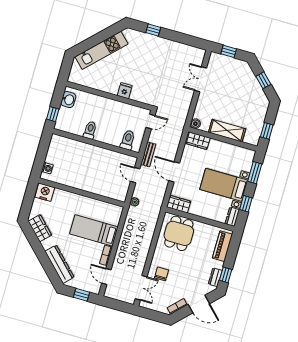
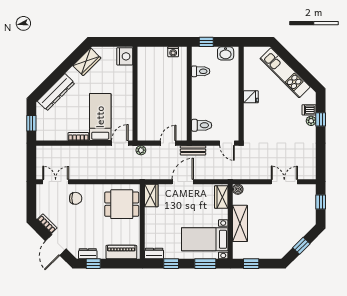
dishwasher: (141, 38) -> (309, 110), added
plant: (152, 39) -> (311, 121), added
fridge: (125, 91) -> (251, 97), moved
toilet: (90, 130) -> (201, 71), moved
washing machine: (47, 168) -> (173, 52), moved
bed with nightstands: (224, 185) -> (205, 239), moved, turned -90
door: (106, 276) -> (120, 143), moved
double door: (141, 288) -> (56, 182), swing flipped

